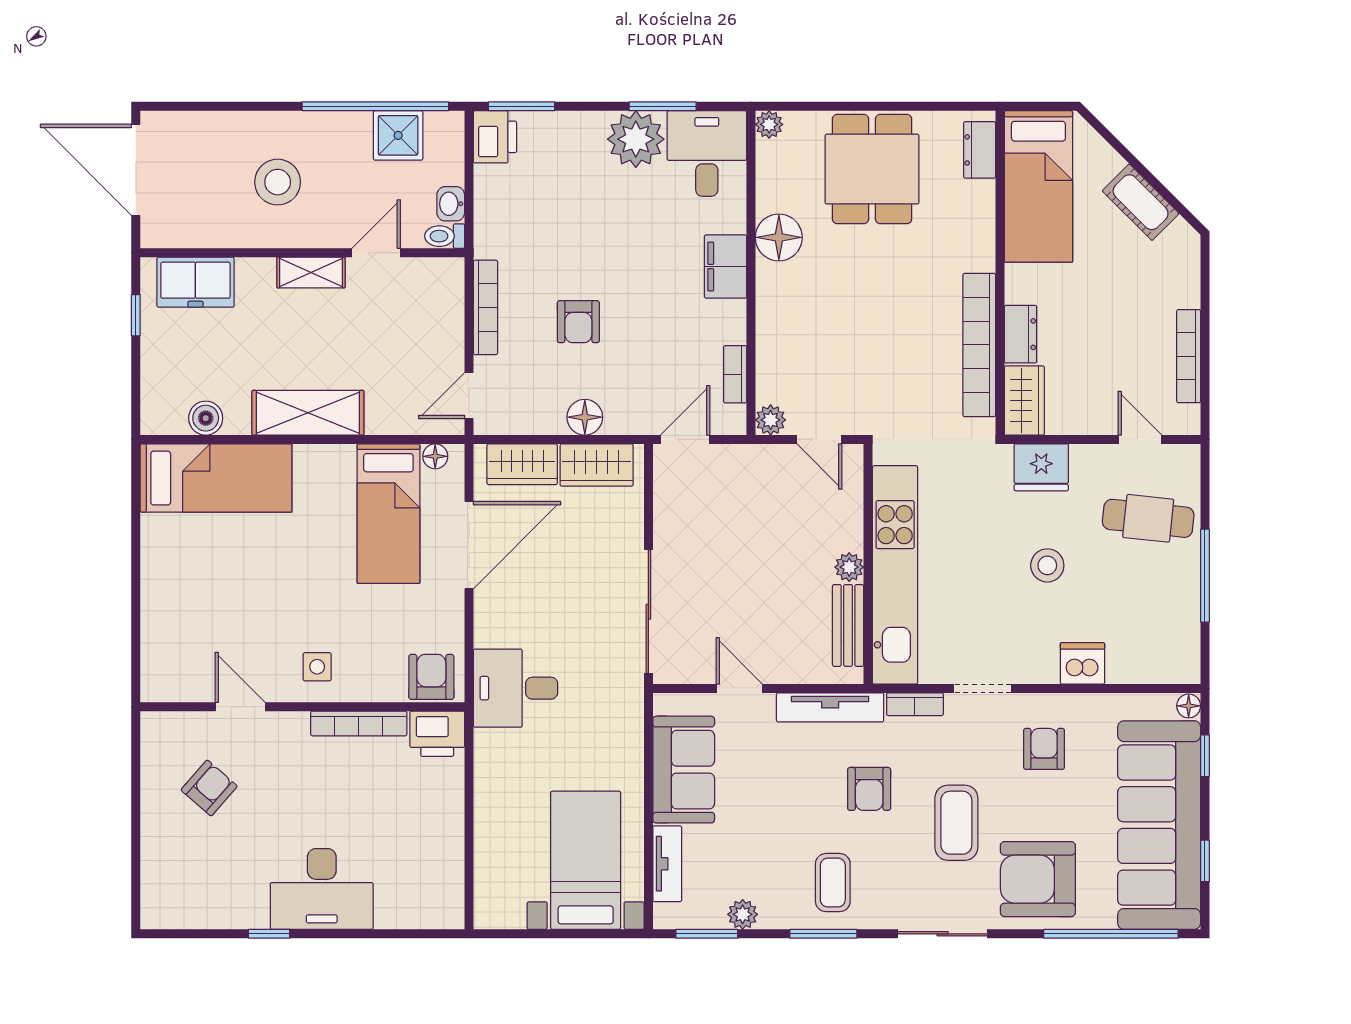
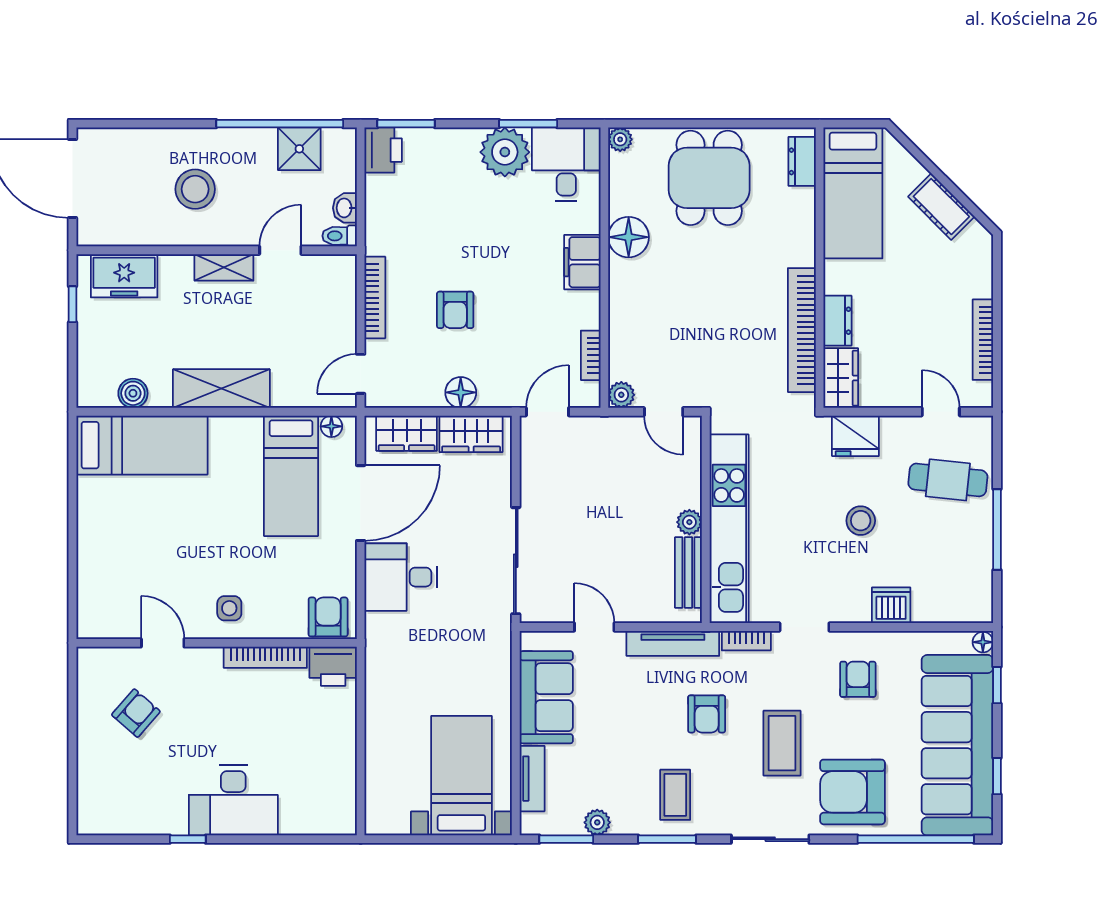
desk: (516, 688) -> (401, 577), moved

